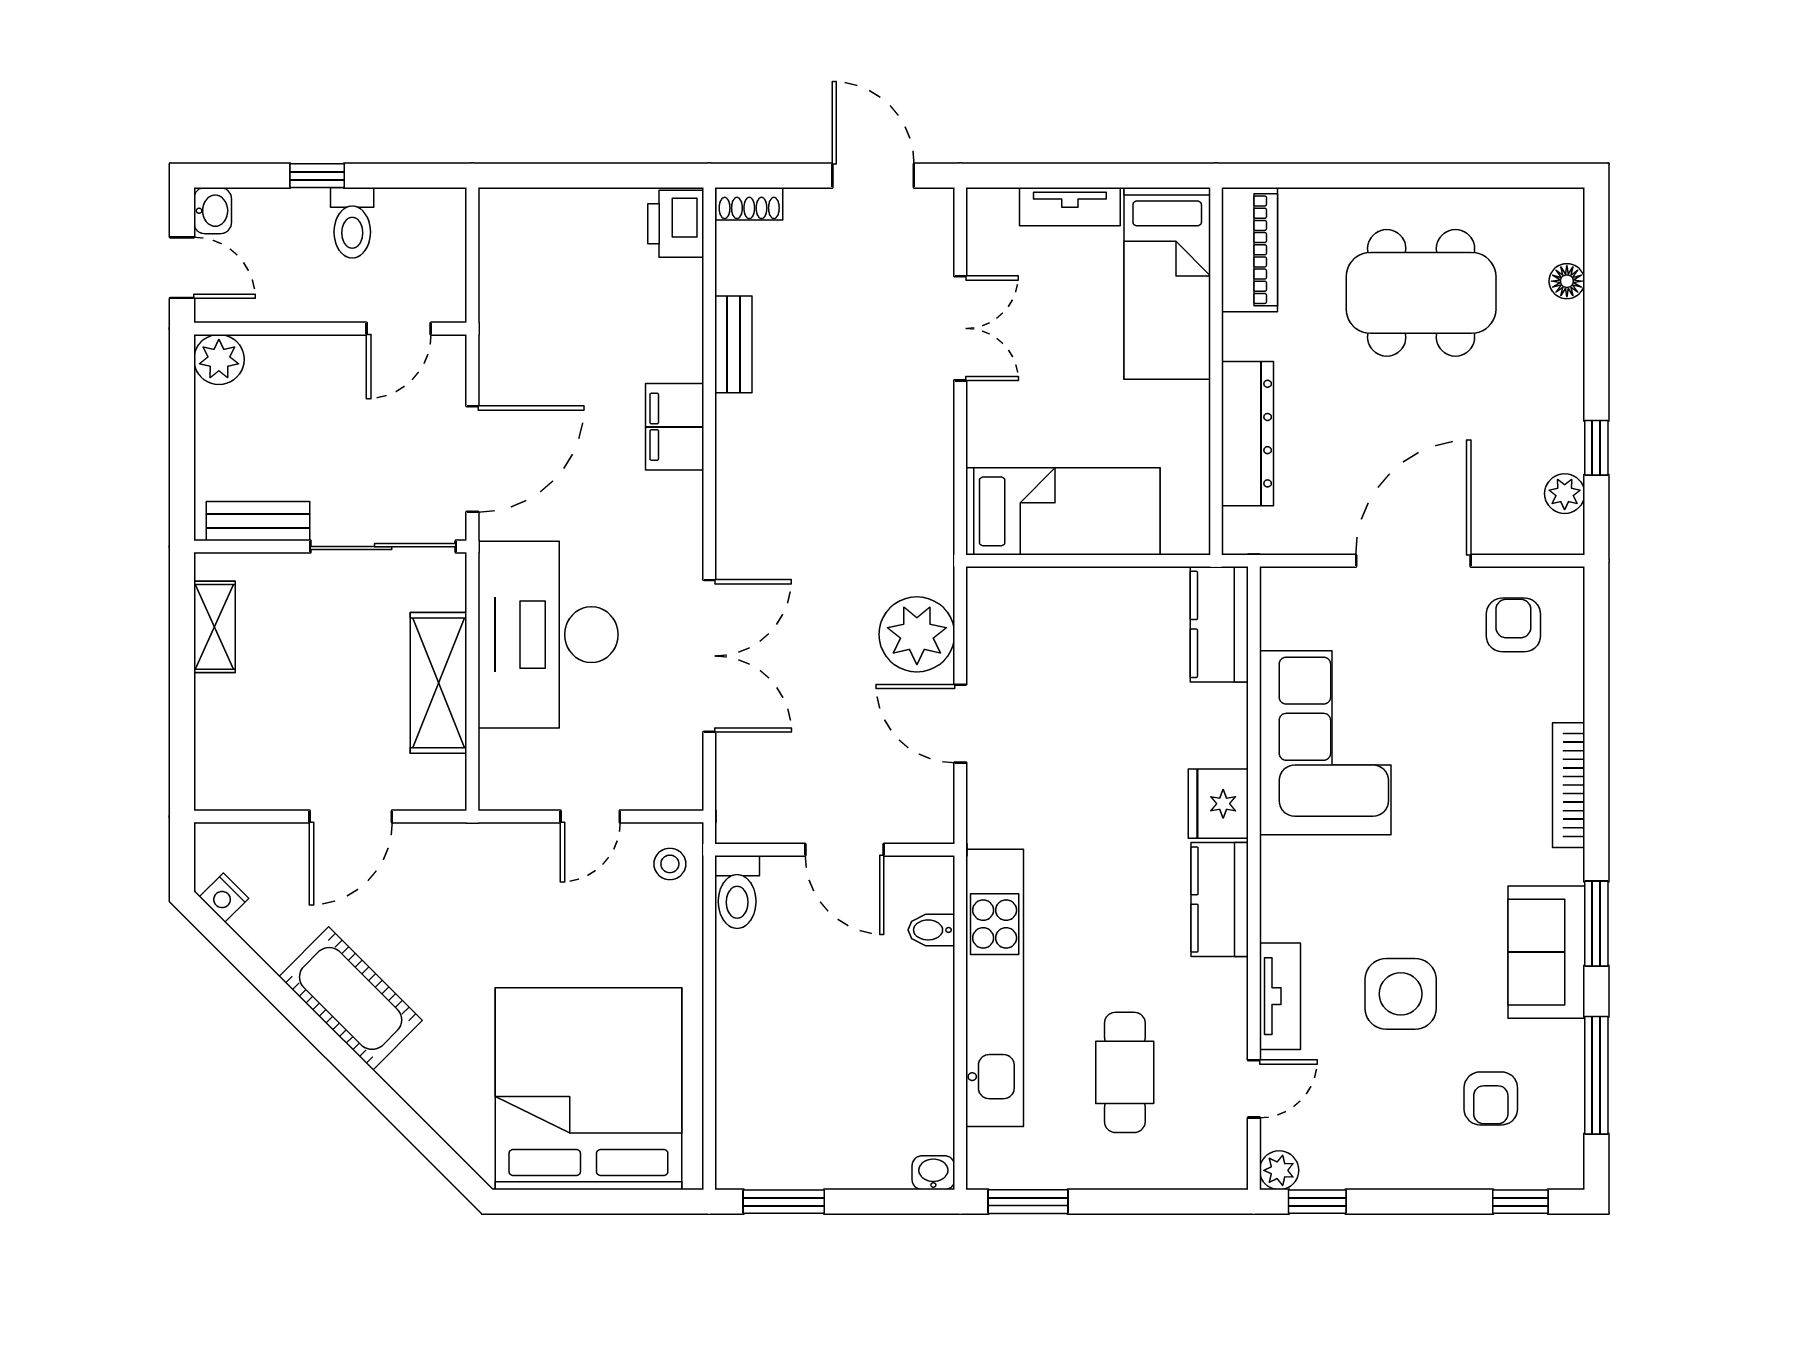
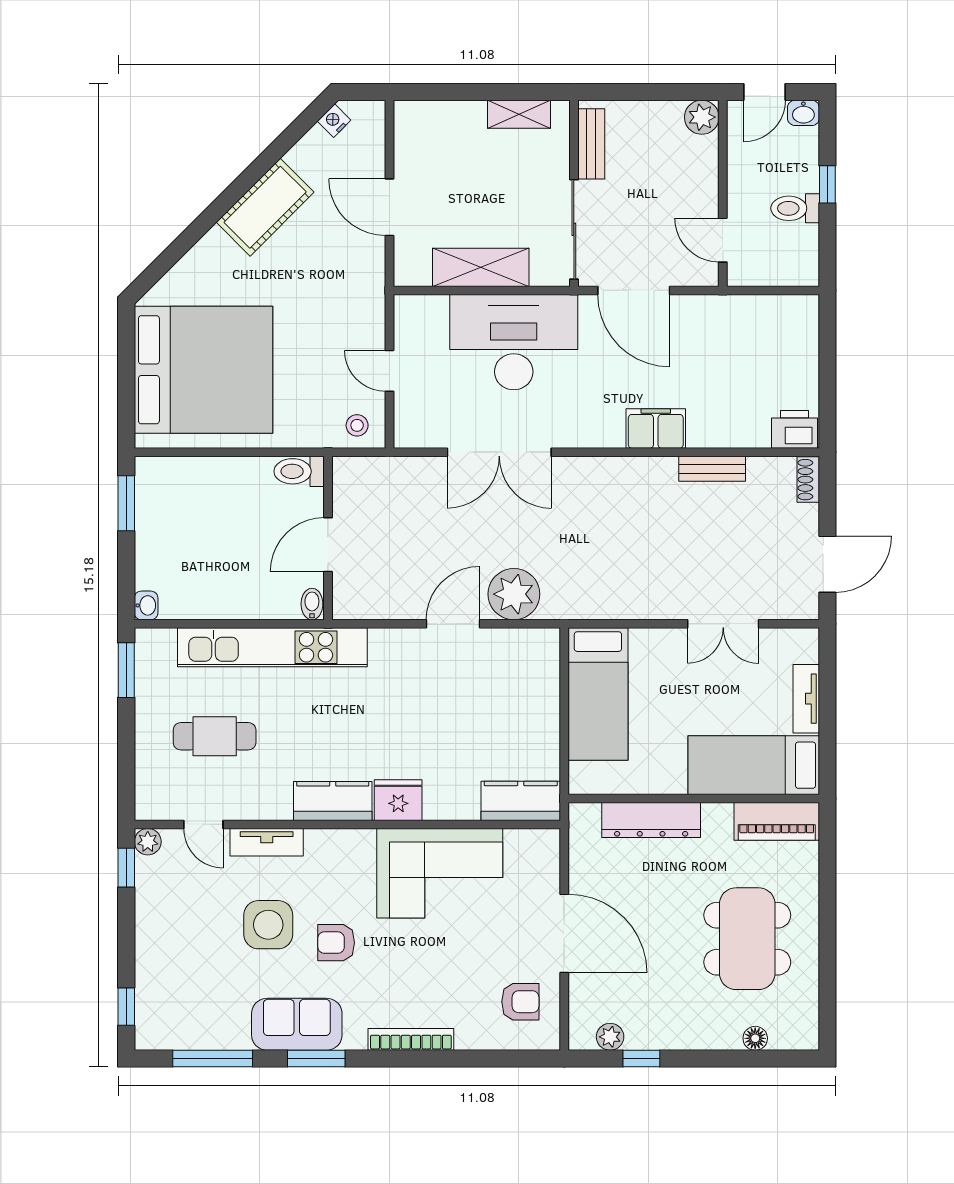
wall: (835, 850) -> (328, 538), moved
door: (844, 850) -> (328, 545), moved
toilet: (737, 892) -> (299, 471), moved
armchair: (1491, 1098) -> (336, 943), moved

